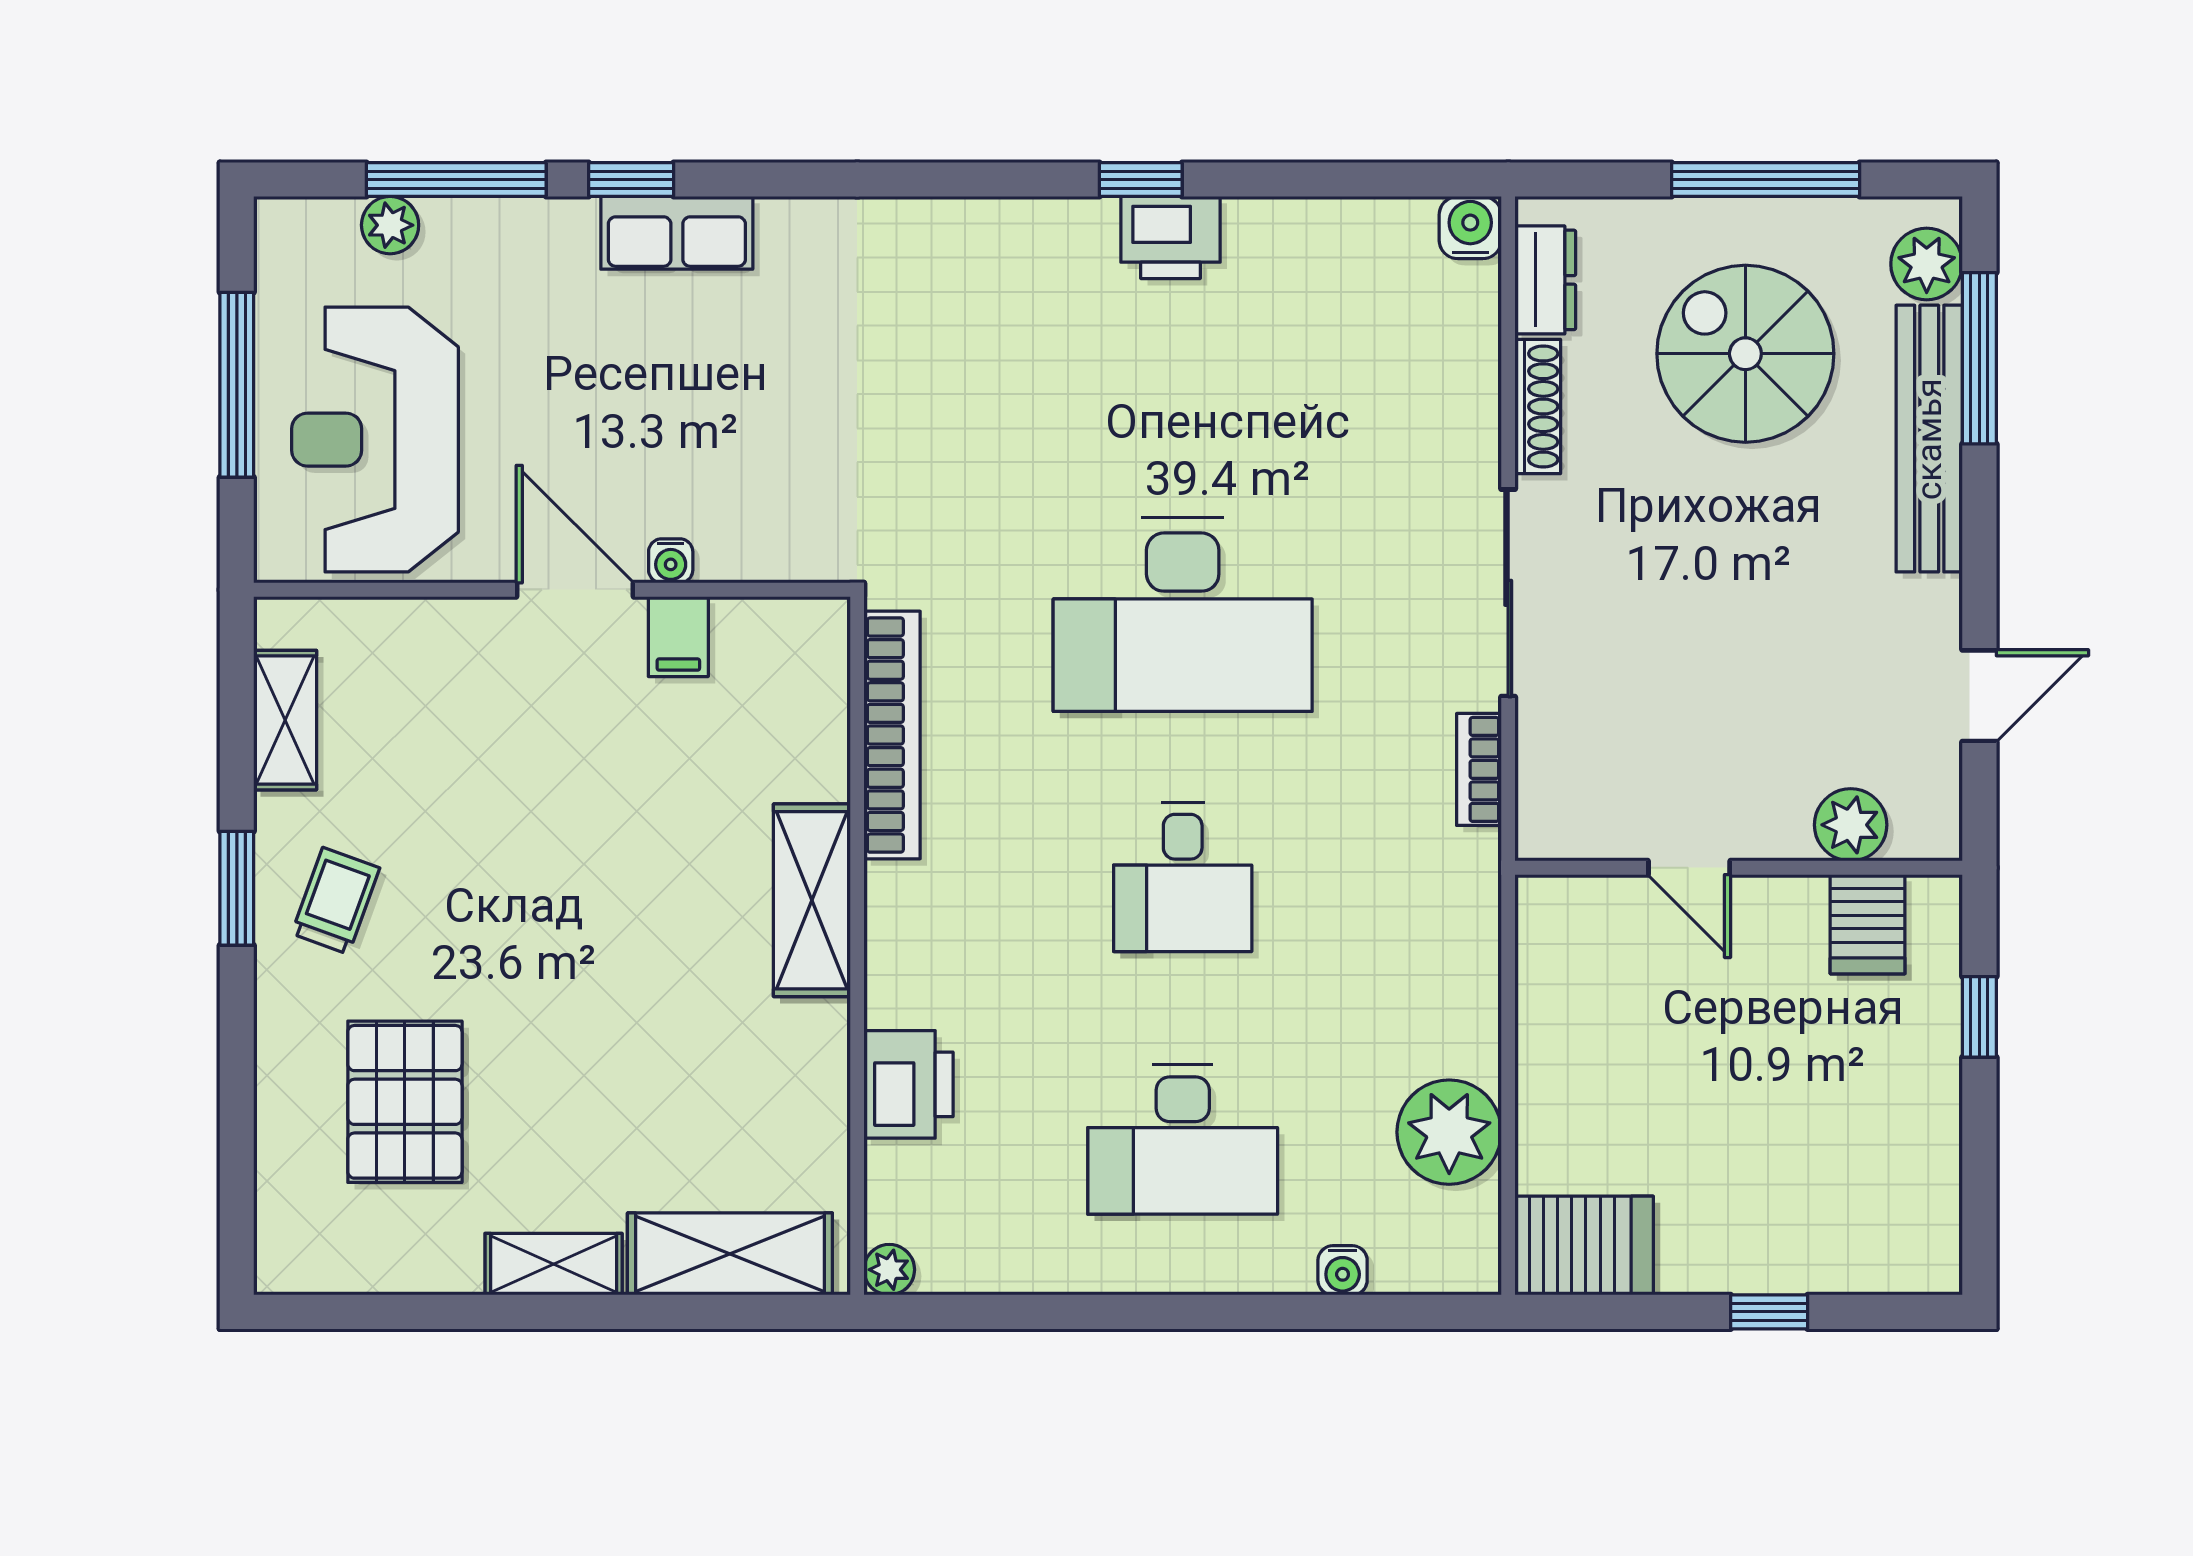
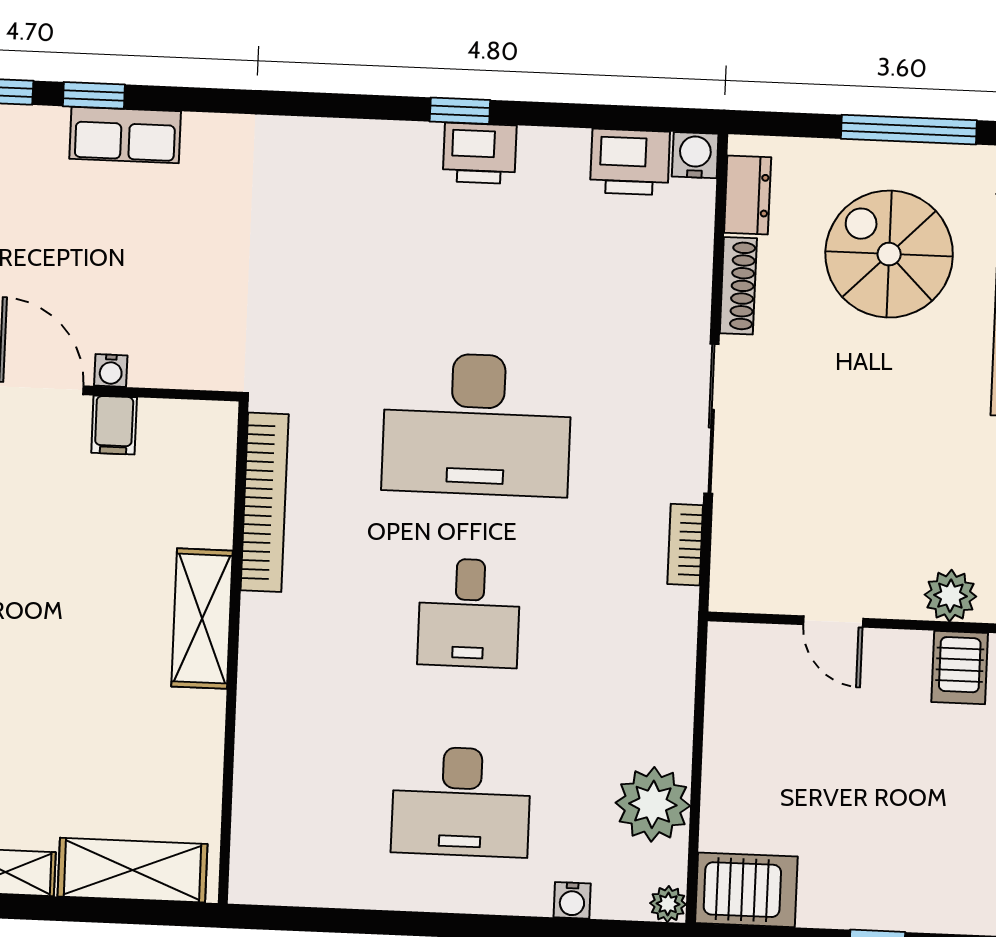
printer: (909, 1084) -> (630, 162), moved, turned 90
plant: (889, 1270) -> (668, 904), moved

